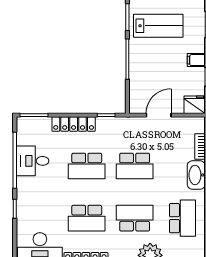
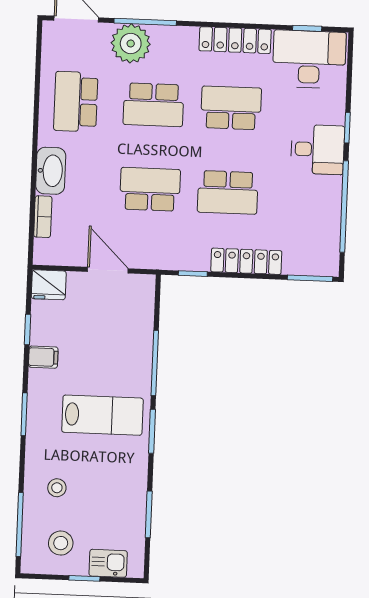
lab bench: (158, 26) -> (102, 415), turned 180
door: (159, 115) -> (108, 270), swing flipped
desk: (32, 161) -> (318, 149), moved
school desk: (87, 166) -> (228, 192), turned 180

